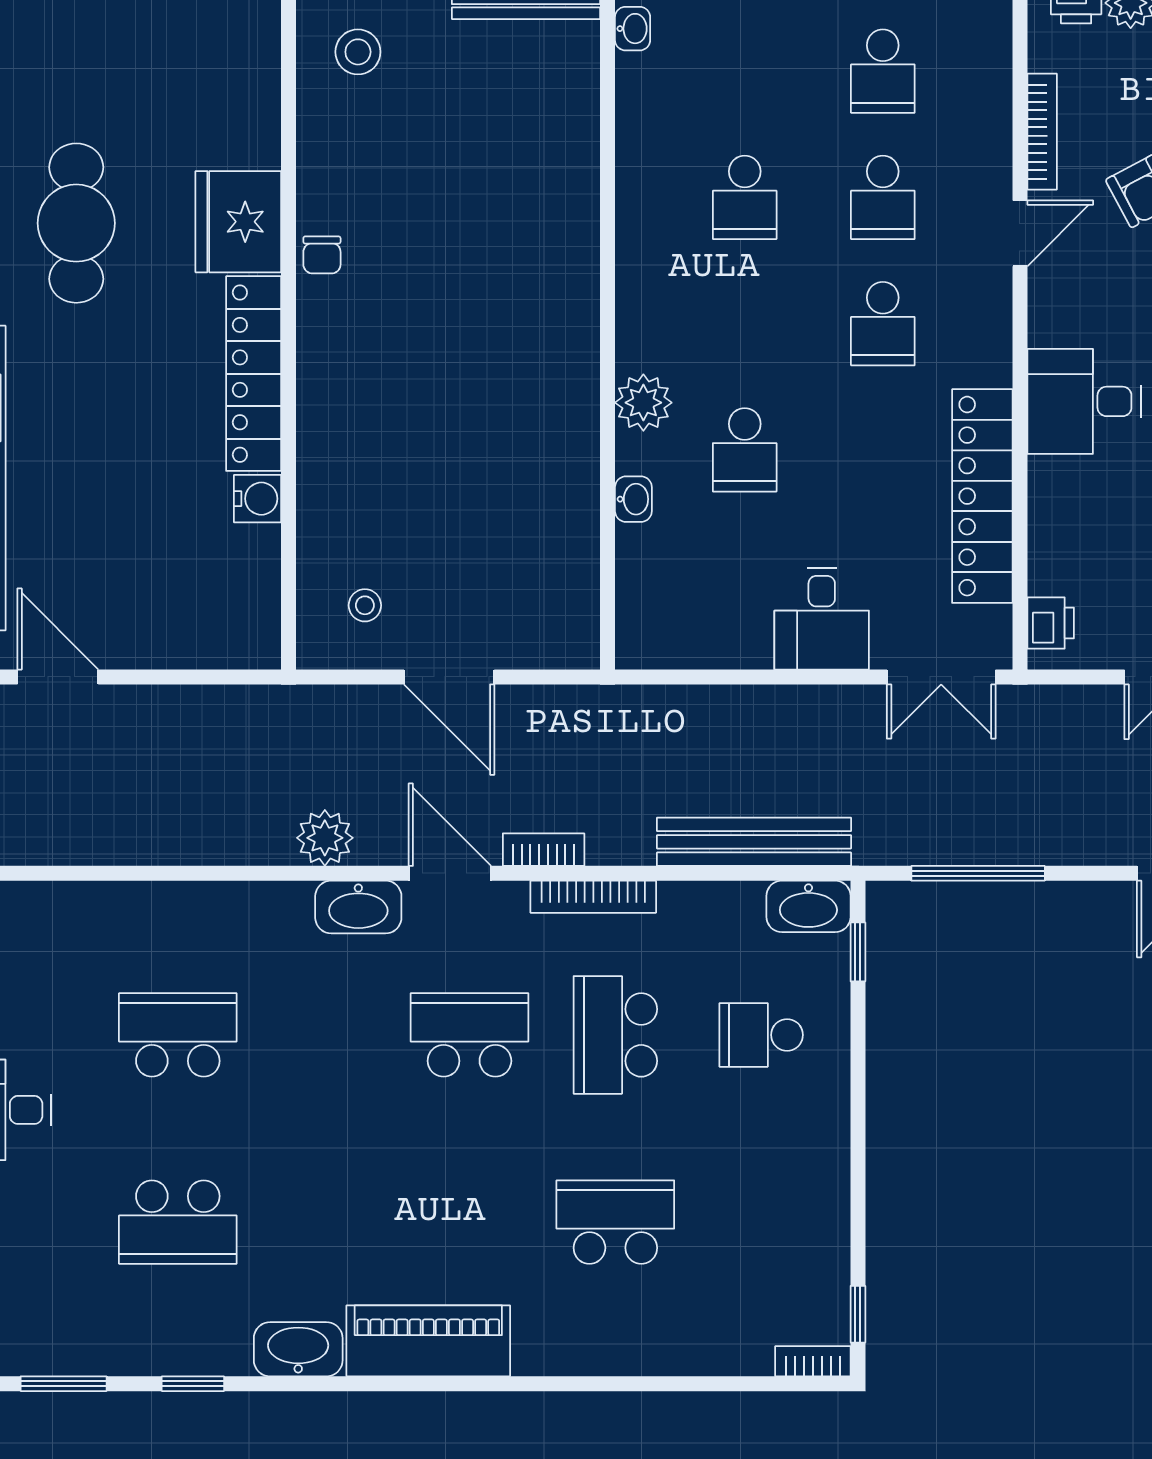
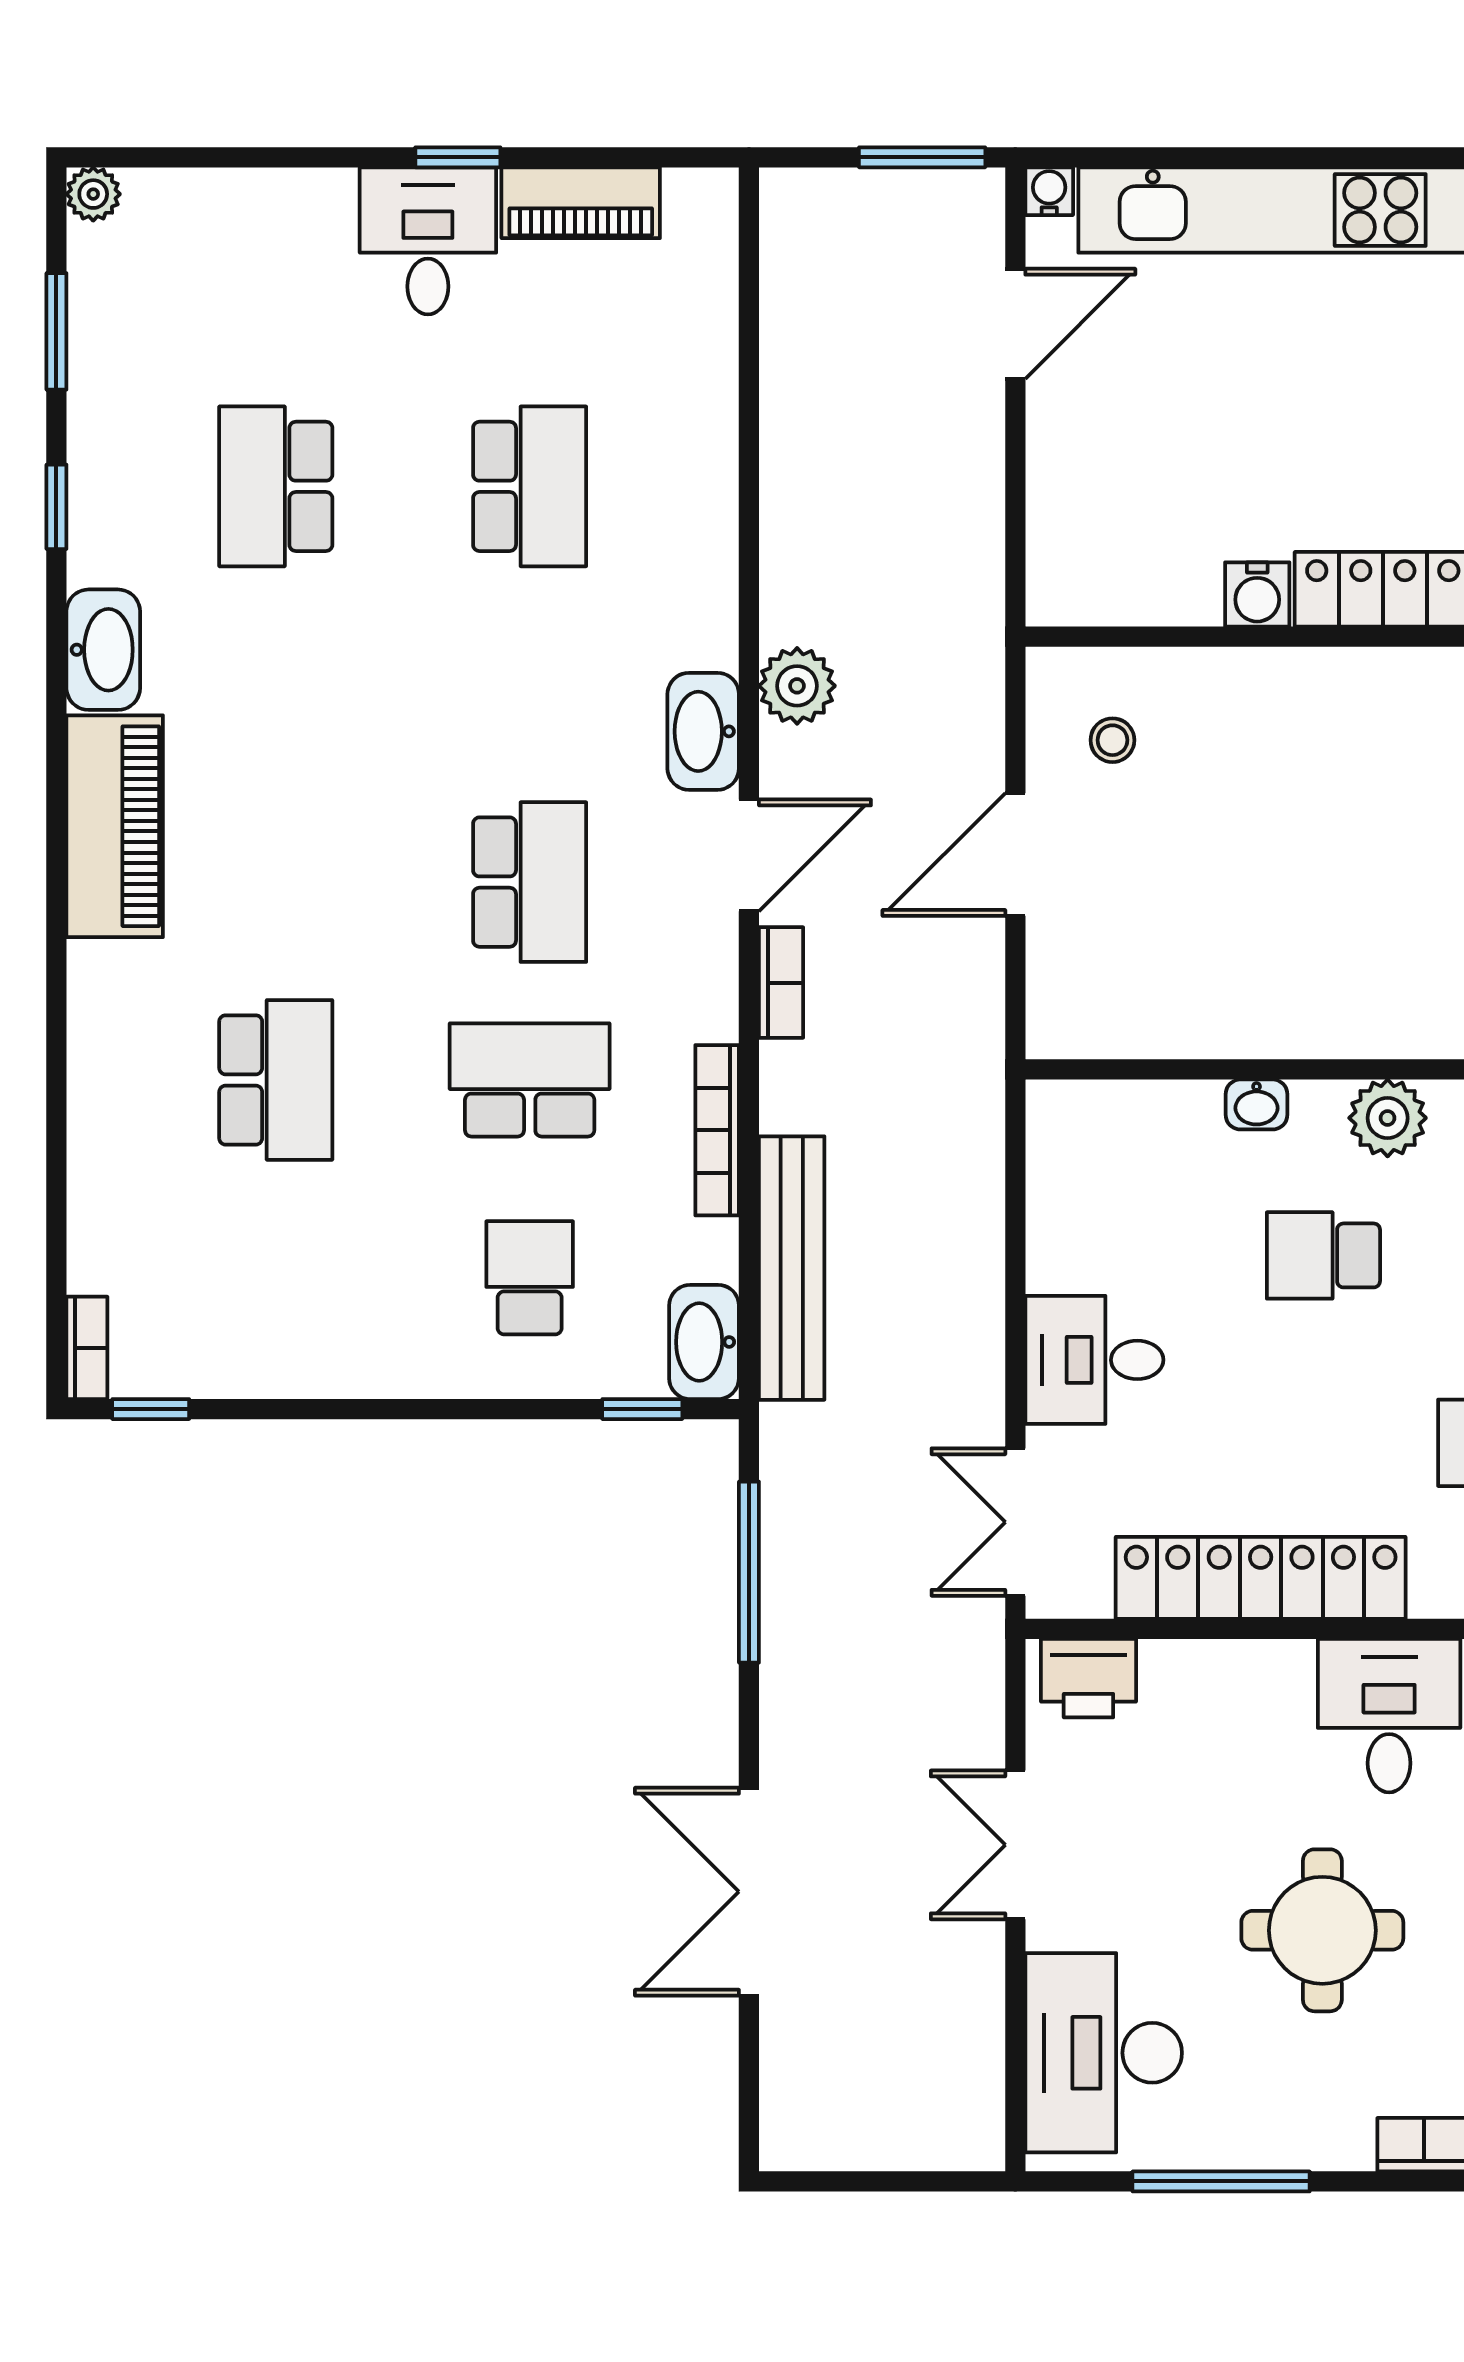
printer: (1051, 623) -> (1088, 1678), width x1.36, depth x1.24
bookcase: (593, 897) -> (717, 1130), moved

